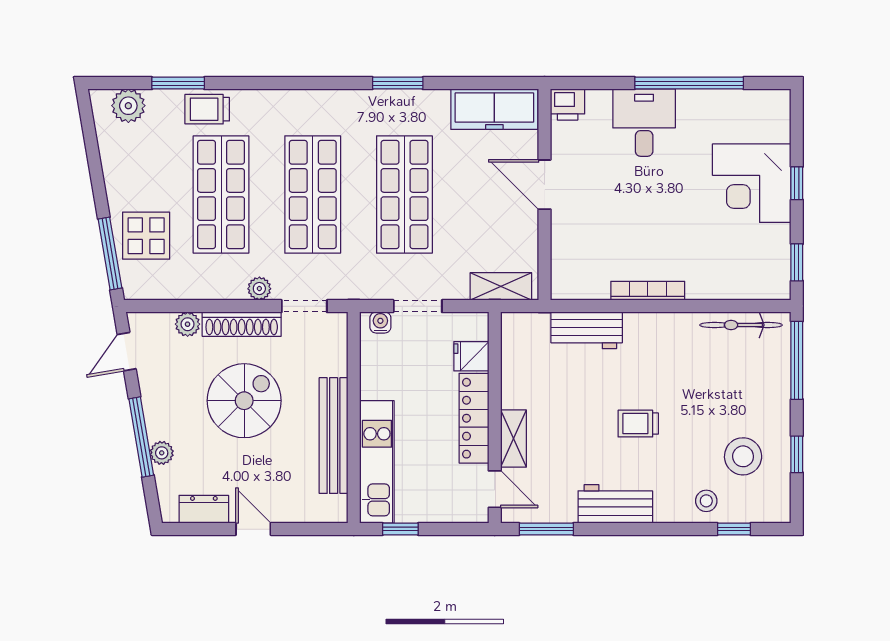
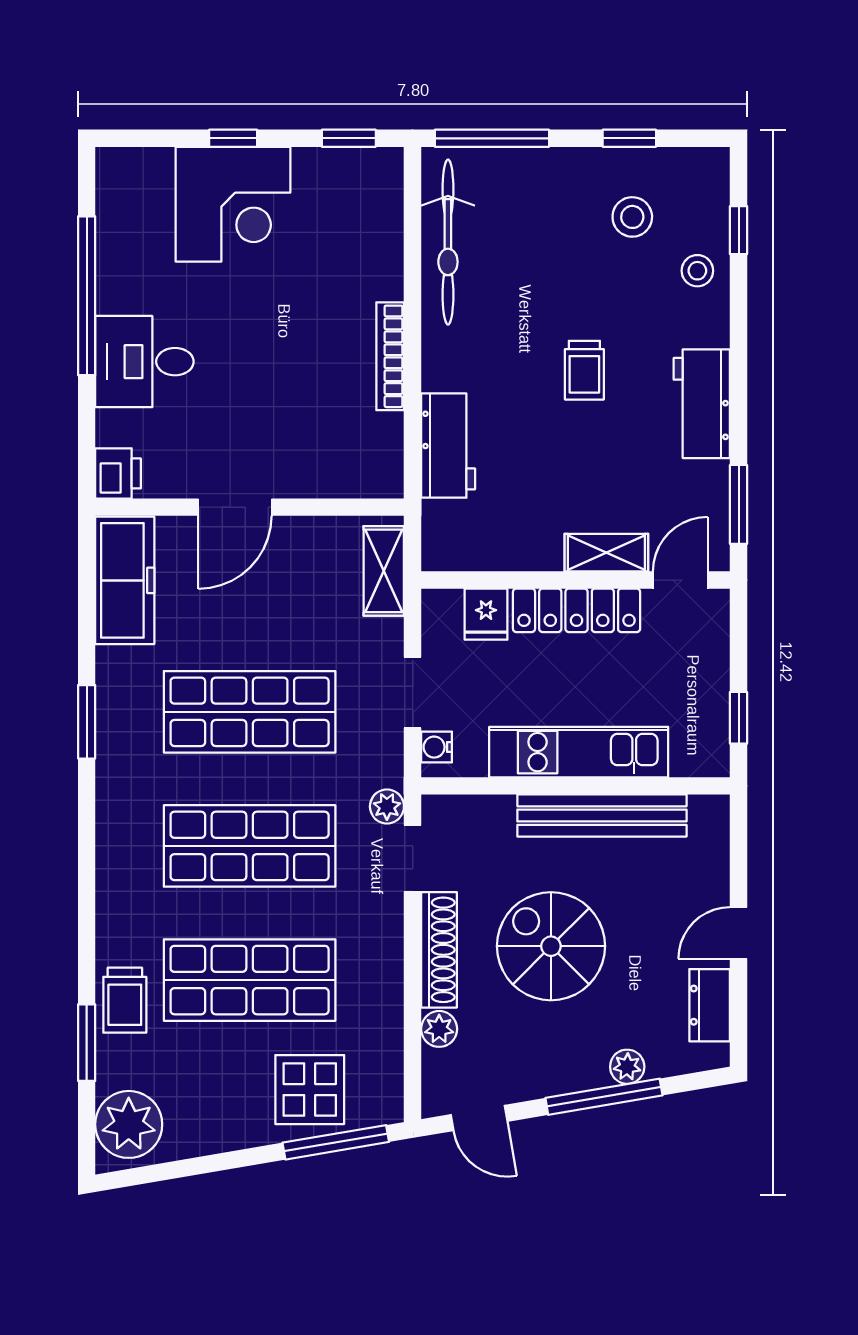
plant: (128, 106) -> (129, 1124), width x1.36, depth x1.36
plant: (259, 289) -> (387, 806), moved
bicycle: (741, 325) -> (448, 242), width x1.37, depth x1.40
stool: (743, 456) -> (632, 217), width x0.73, depth x0.73
kitchen unit: (377, 462) -> (579, 752), moved

